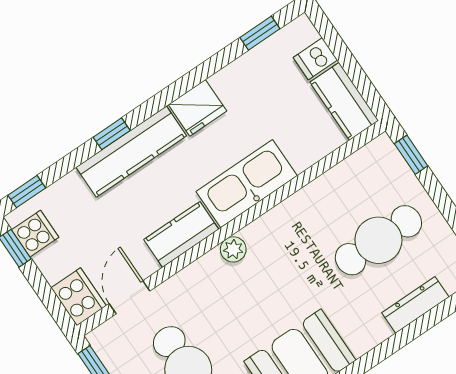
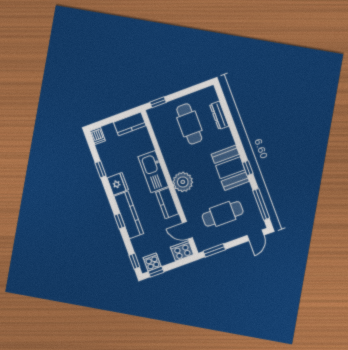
window: (260, 33) -> (101, 169), moved
dishwasher: (315, 59) -> (98, 136), moved
plant: (233, 249) -> (183, 182), width x1.88, depth x1.88

